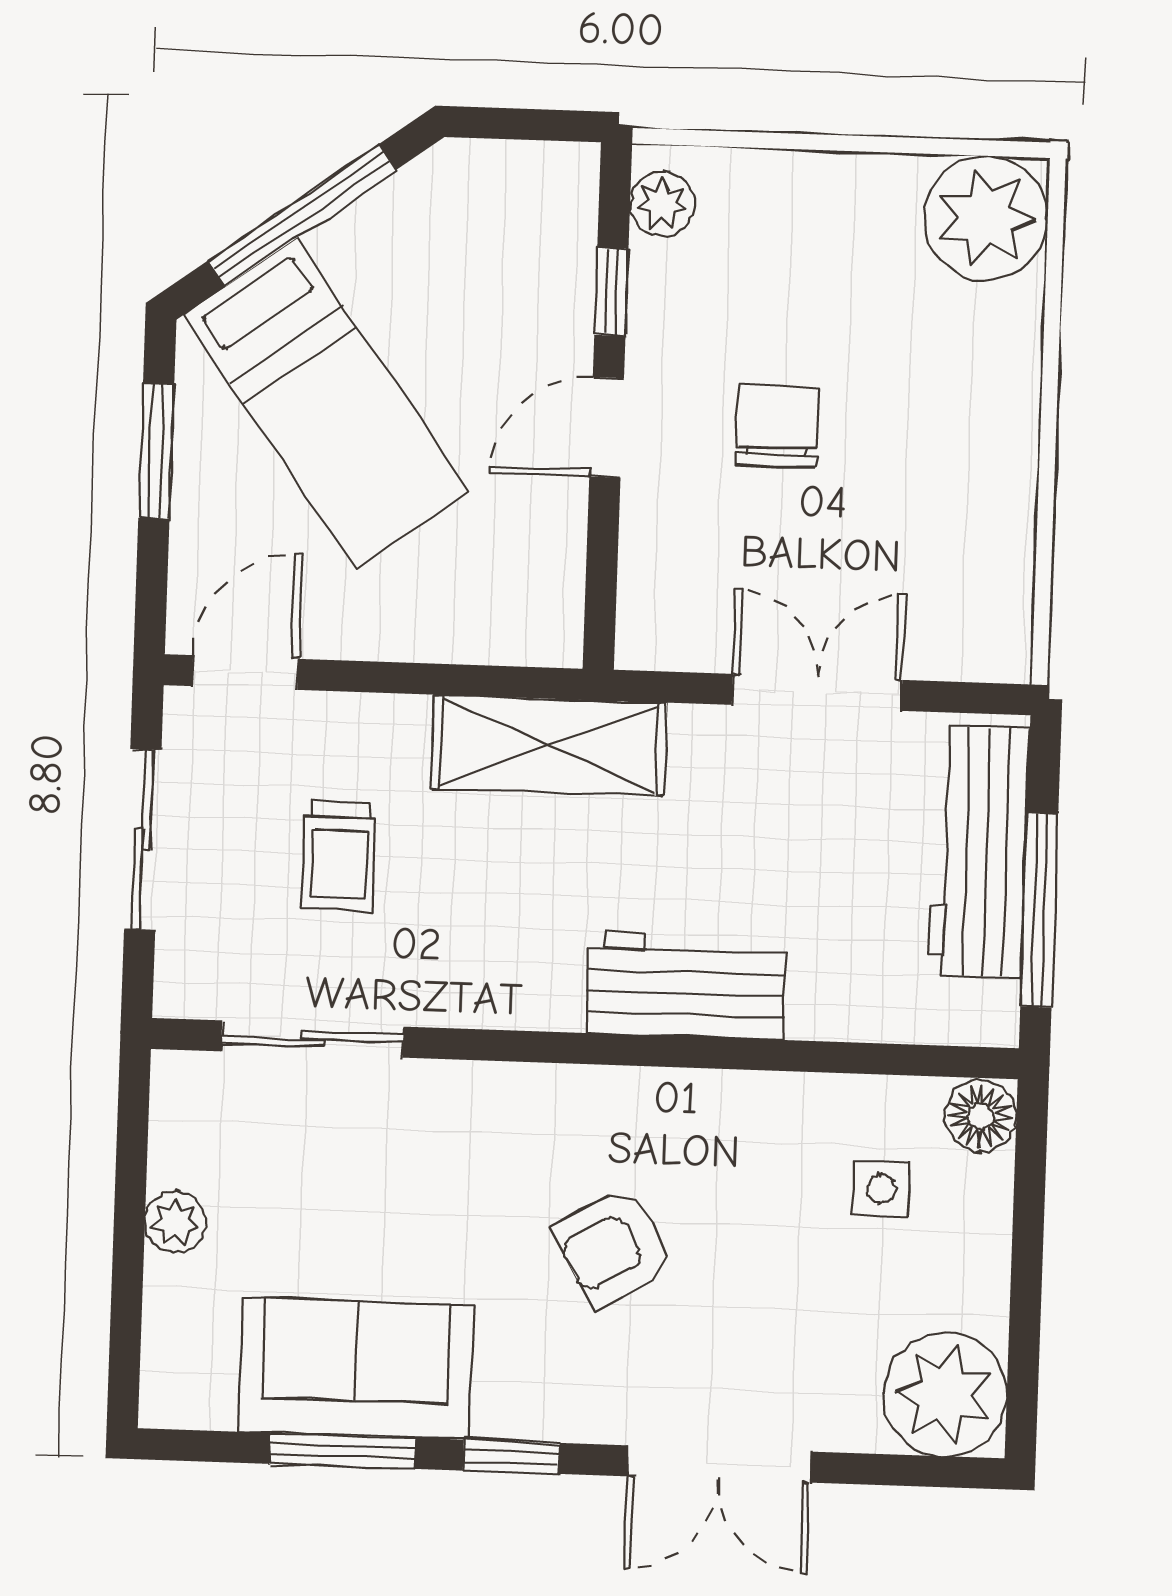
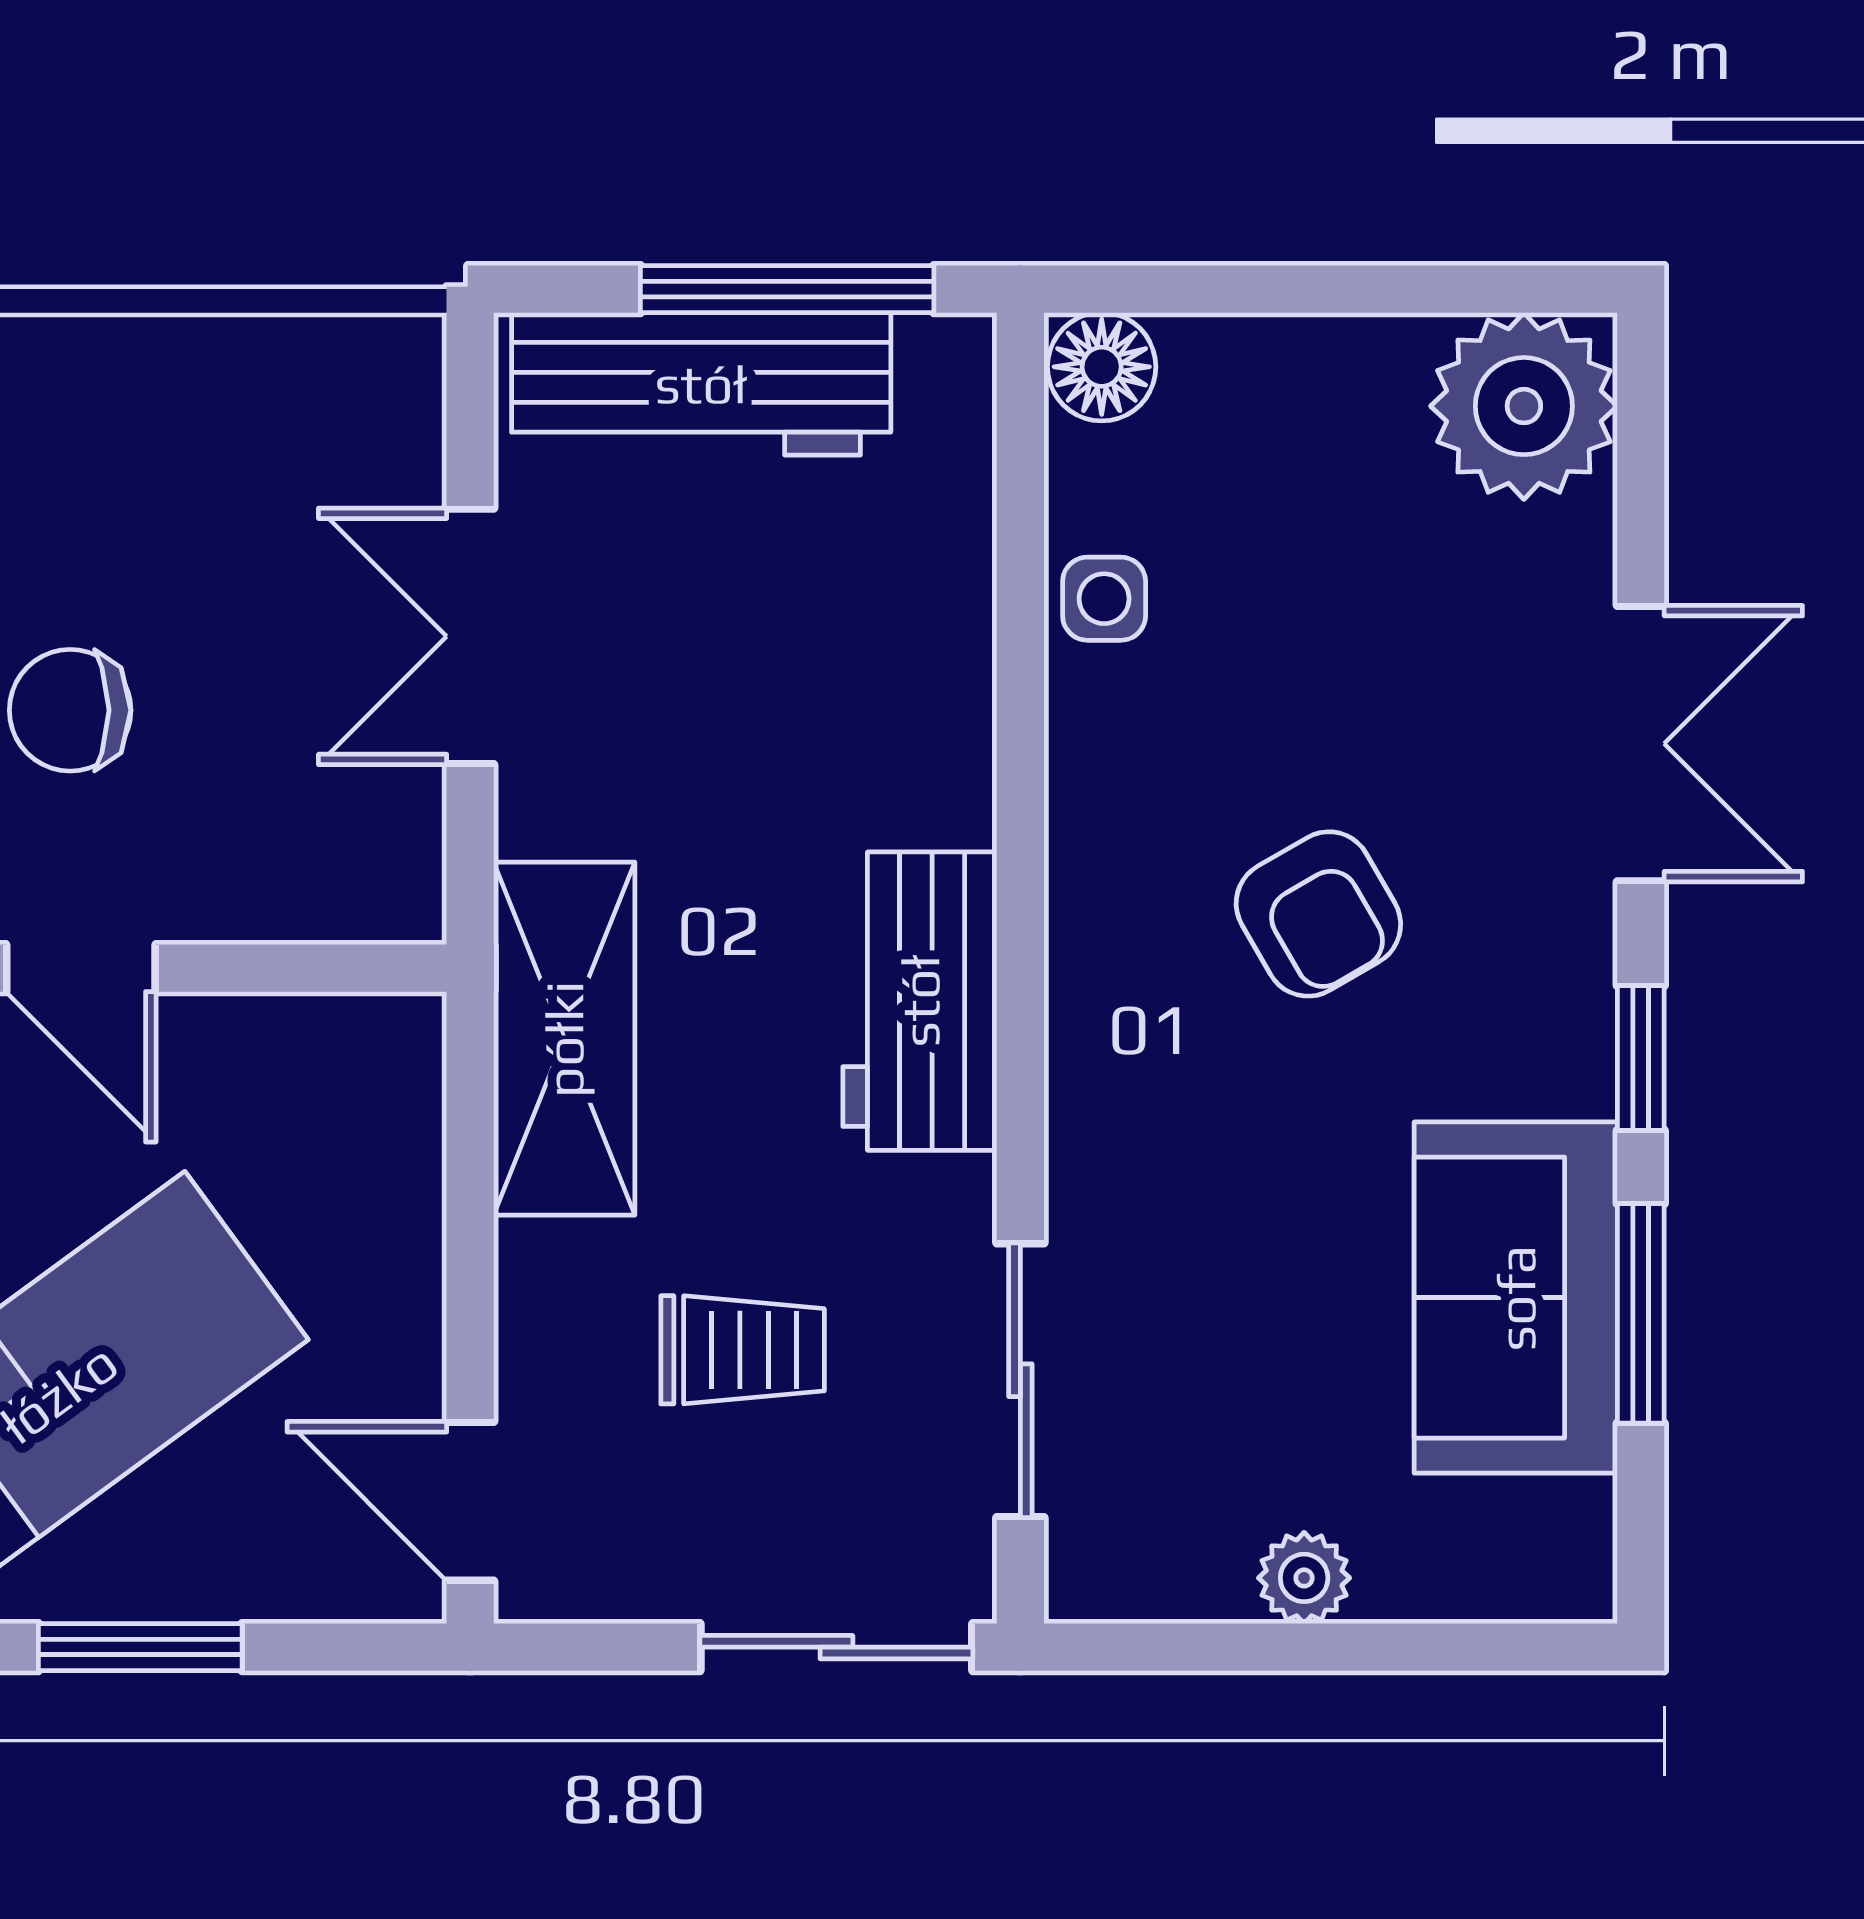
sliding door: (143, 840) -> (836, 1647), moved
workbench: (687, 986) -> (920, 1001), moved
side table: (881, 1189) -> (1104, 599), moved

